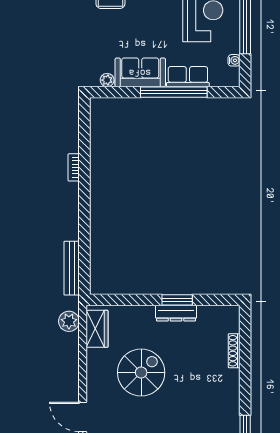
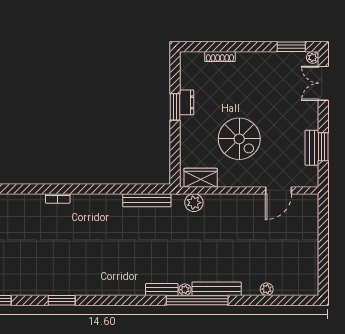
dresser: (176, 313) -> (187, 102), width x0.70
spiral stairs: (141, 372) -> (239, 139), turned 180

